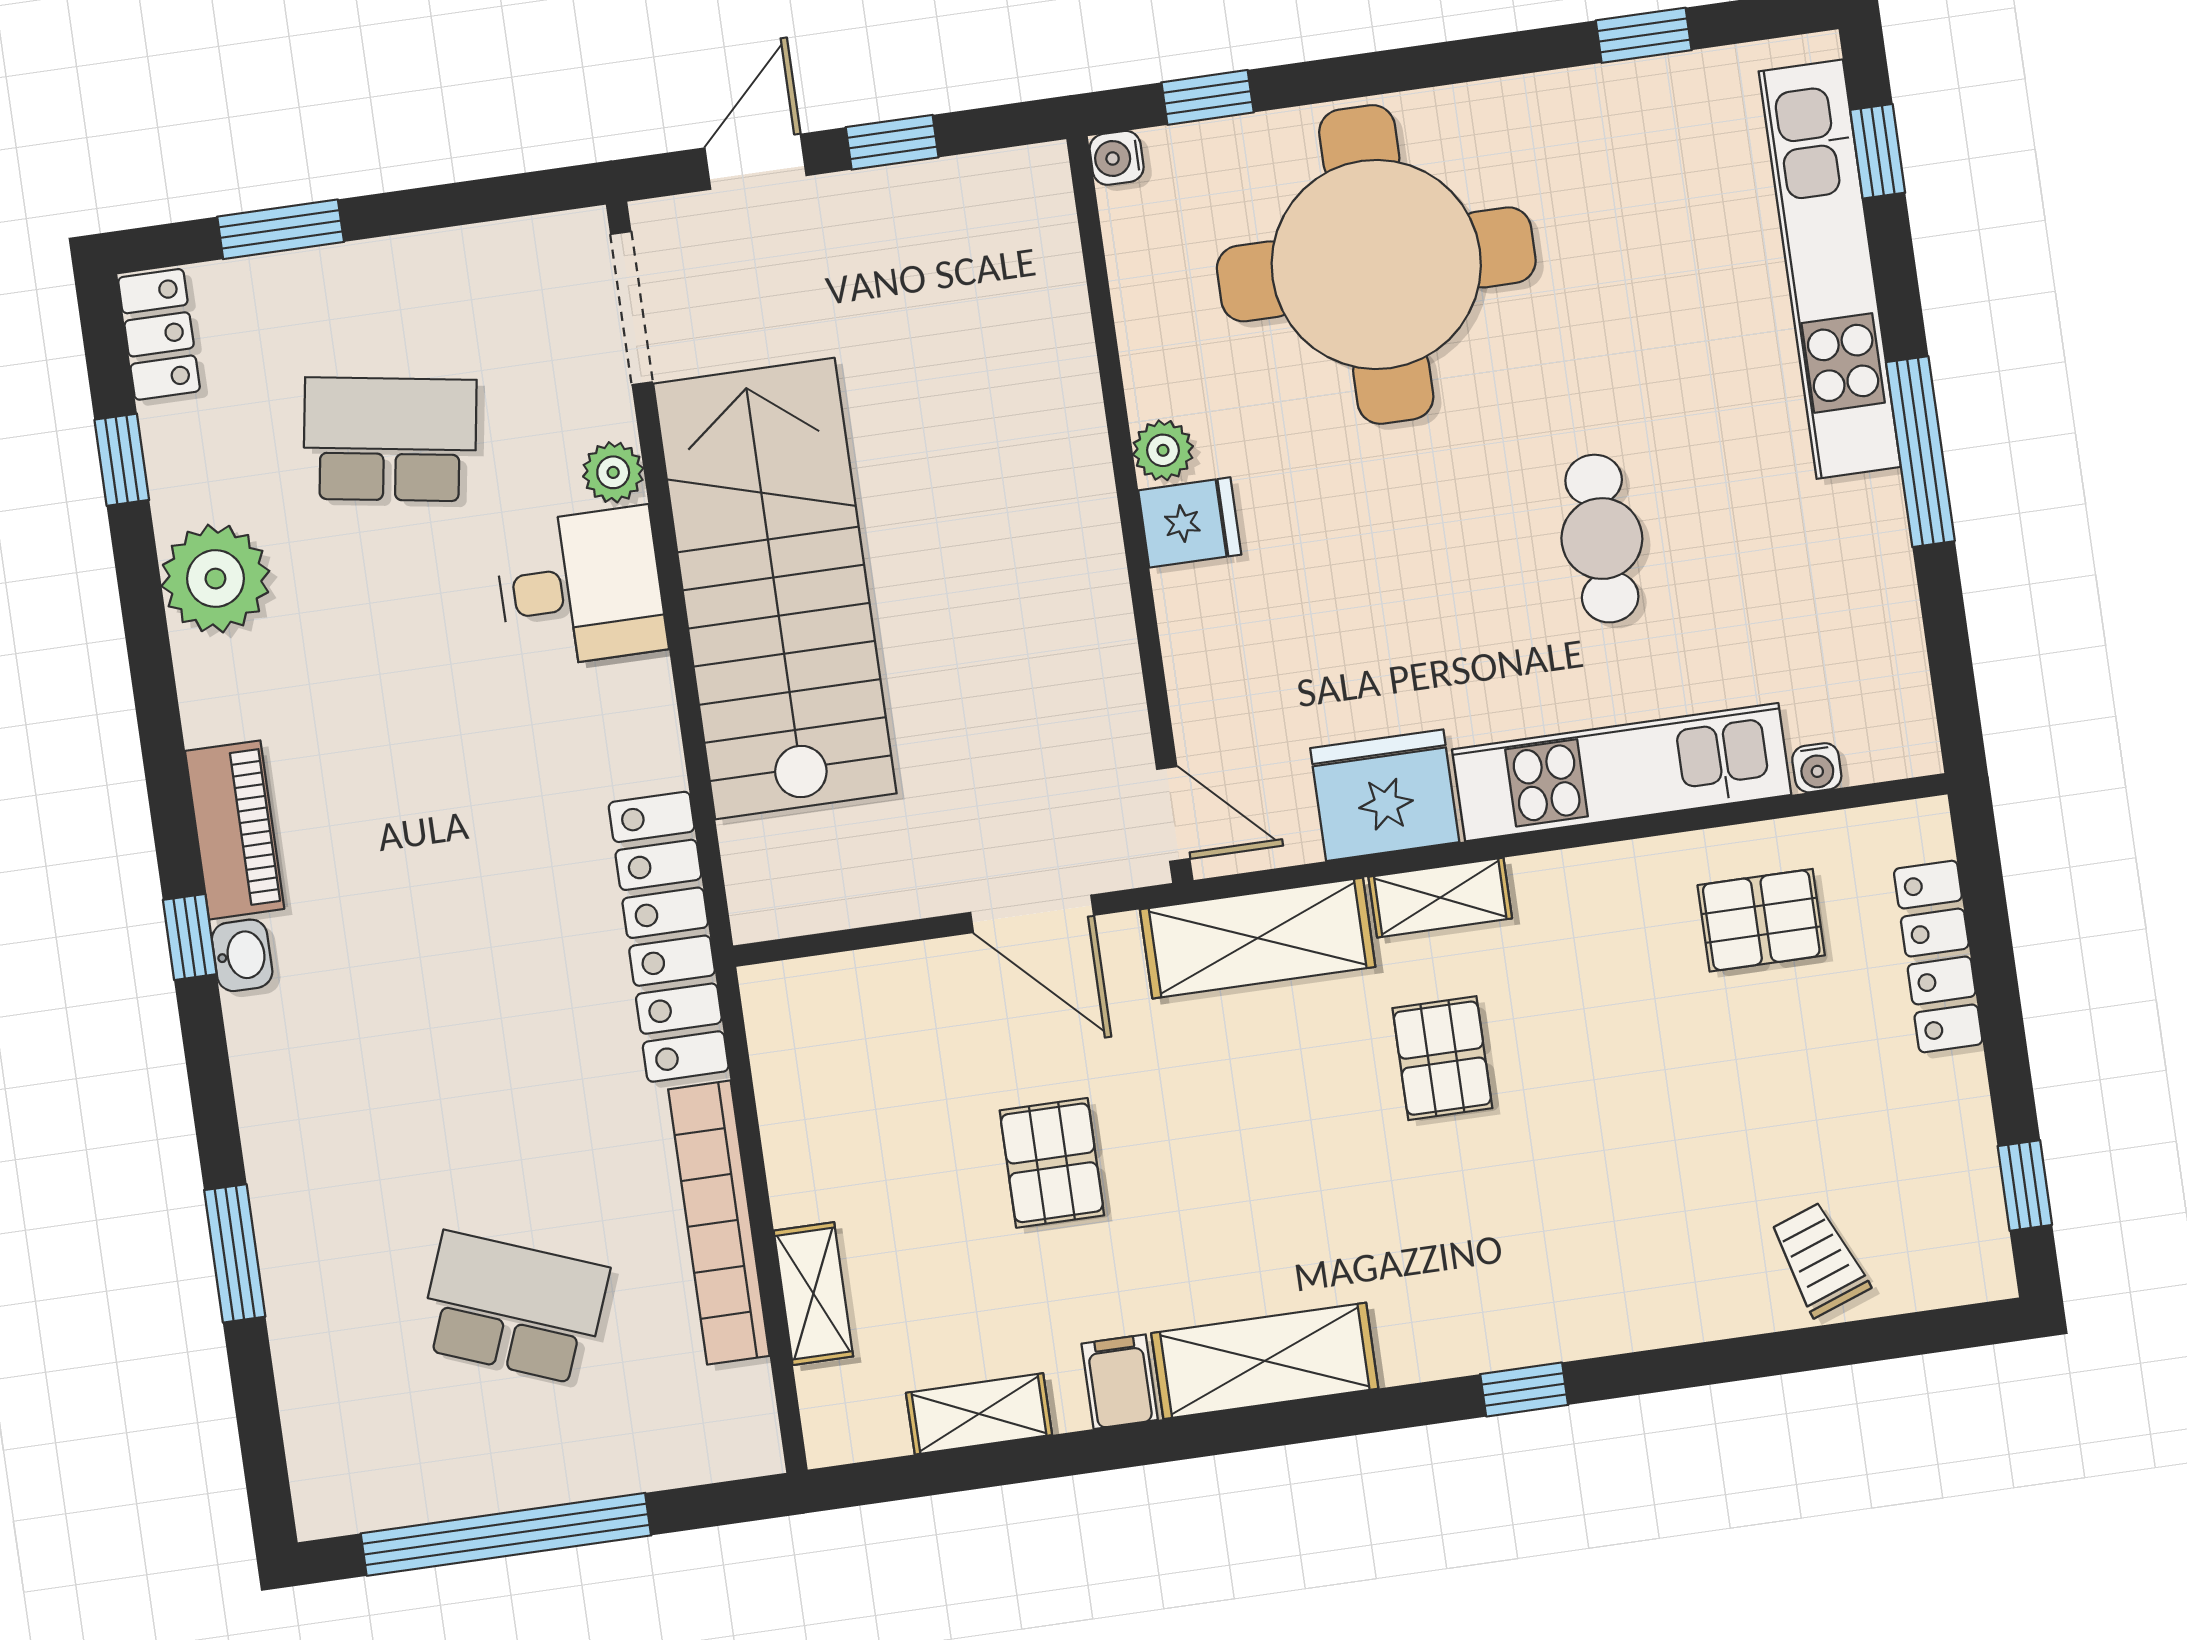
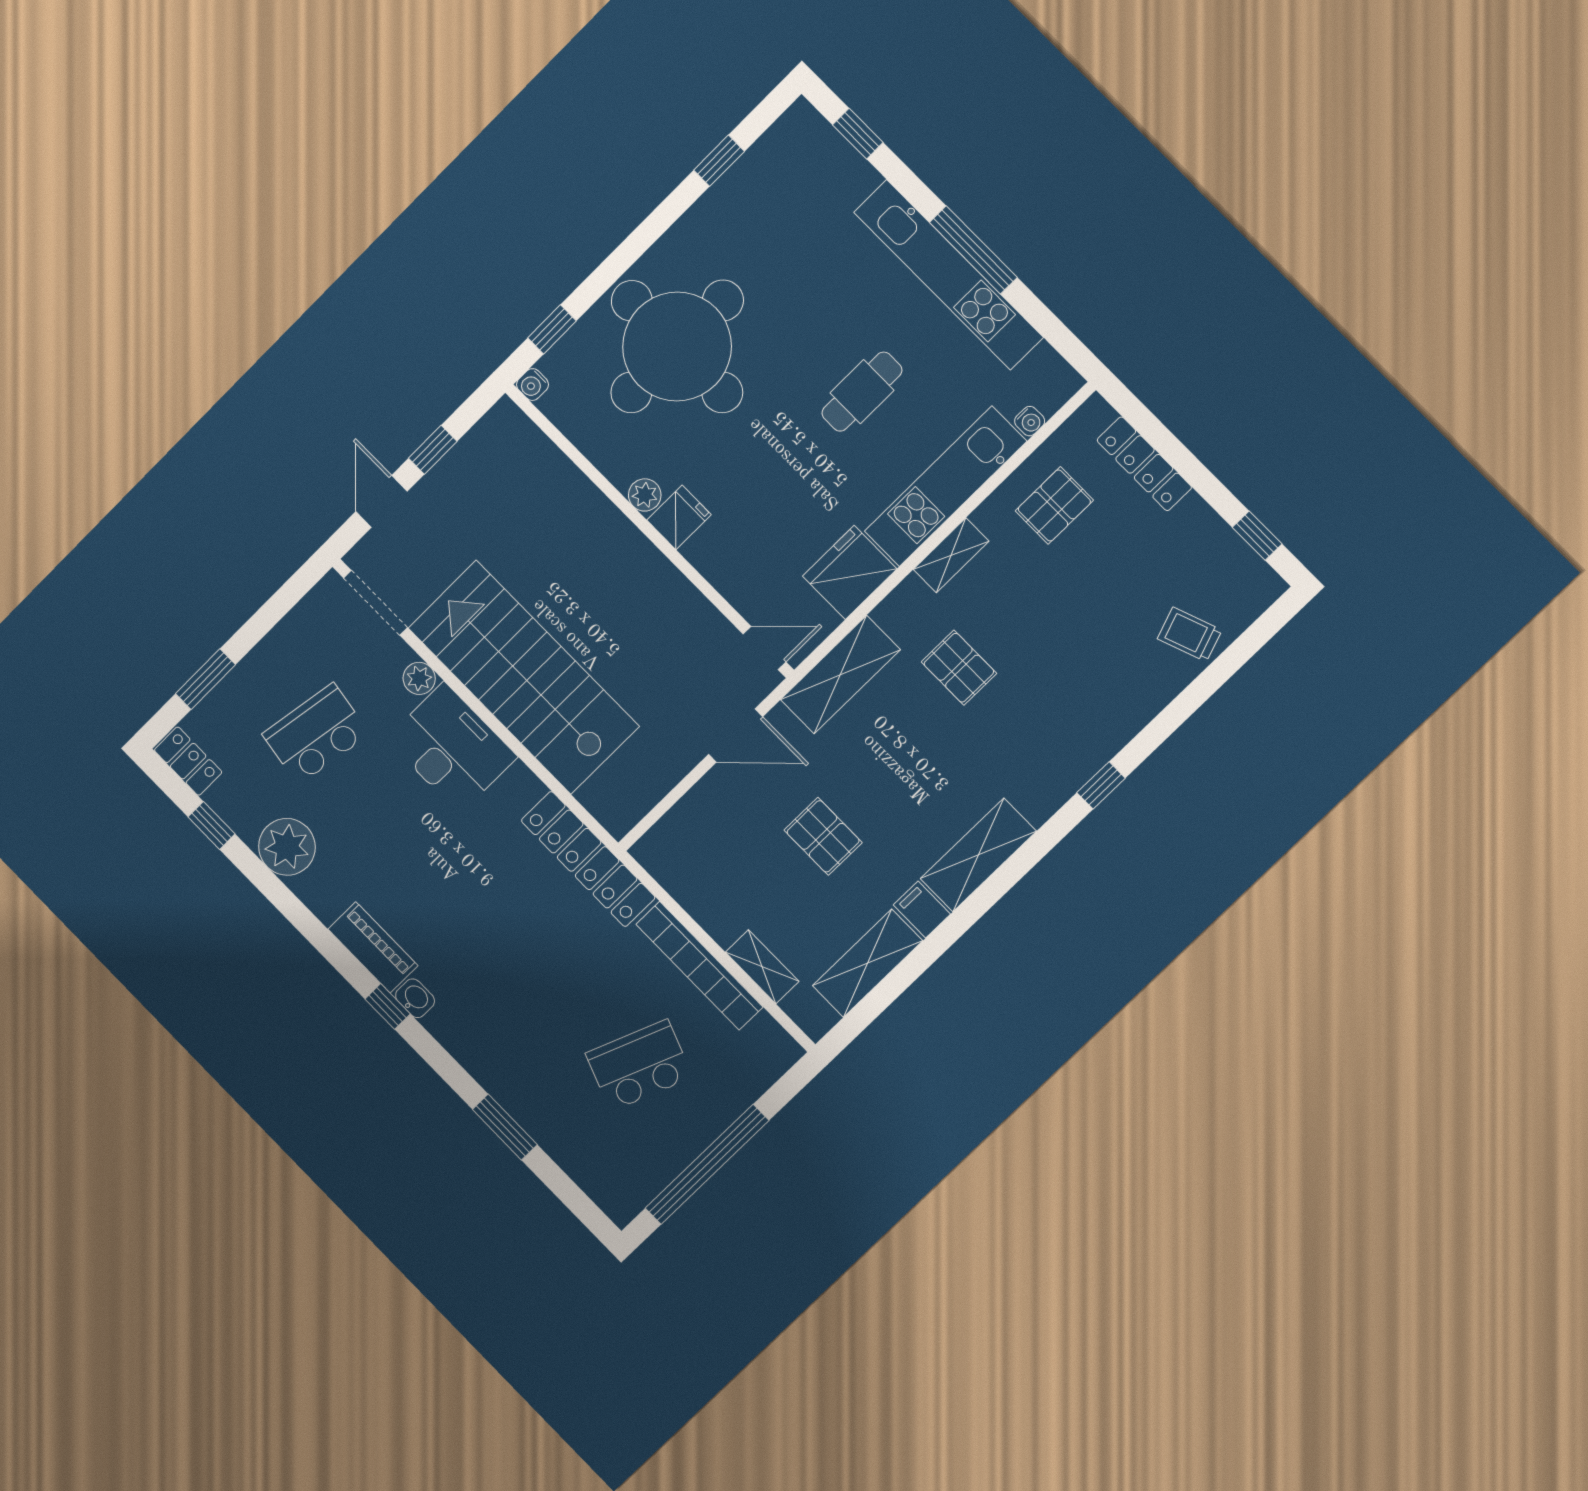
kitchen unit: (1830, 269) -> (948, 275), moved
cafe table: (1602, 539) -> (862, 392), turned 90
desk: (581, 588) -> (452, 748), width x1.37
shelving: (1440, 898) -> (951, 555), moved
shelving: (979, 1414) -> (867, 963), width x1.50, depth x1.33

